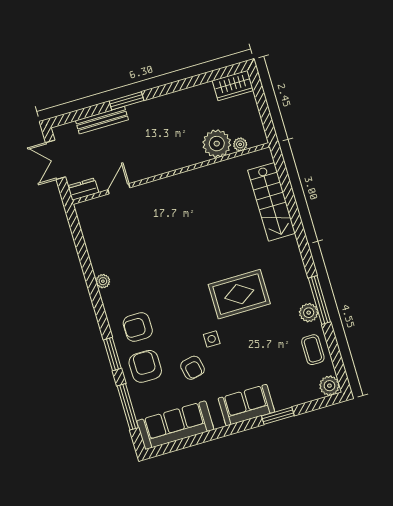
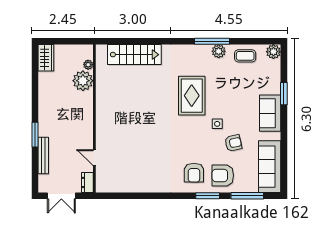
plant: (103, 281) -> (155, 187), removed

